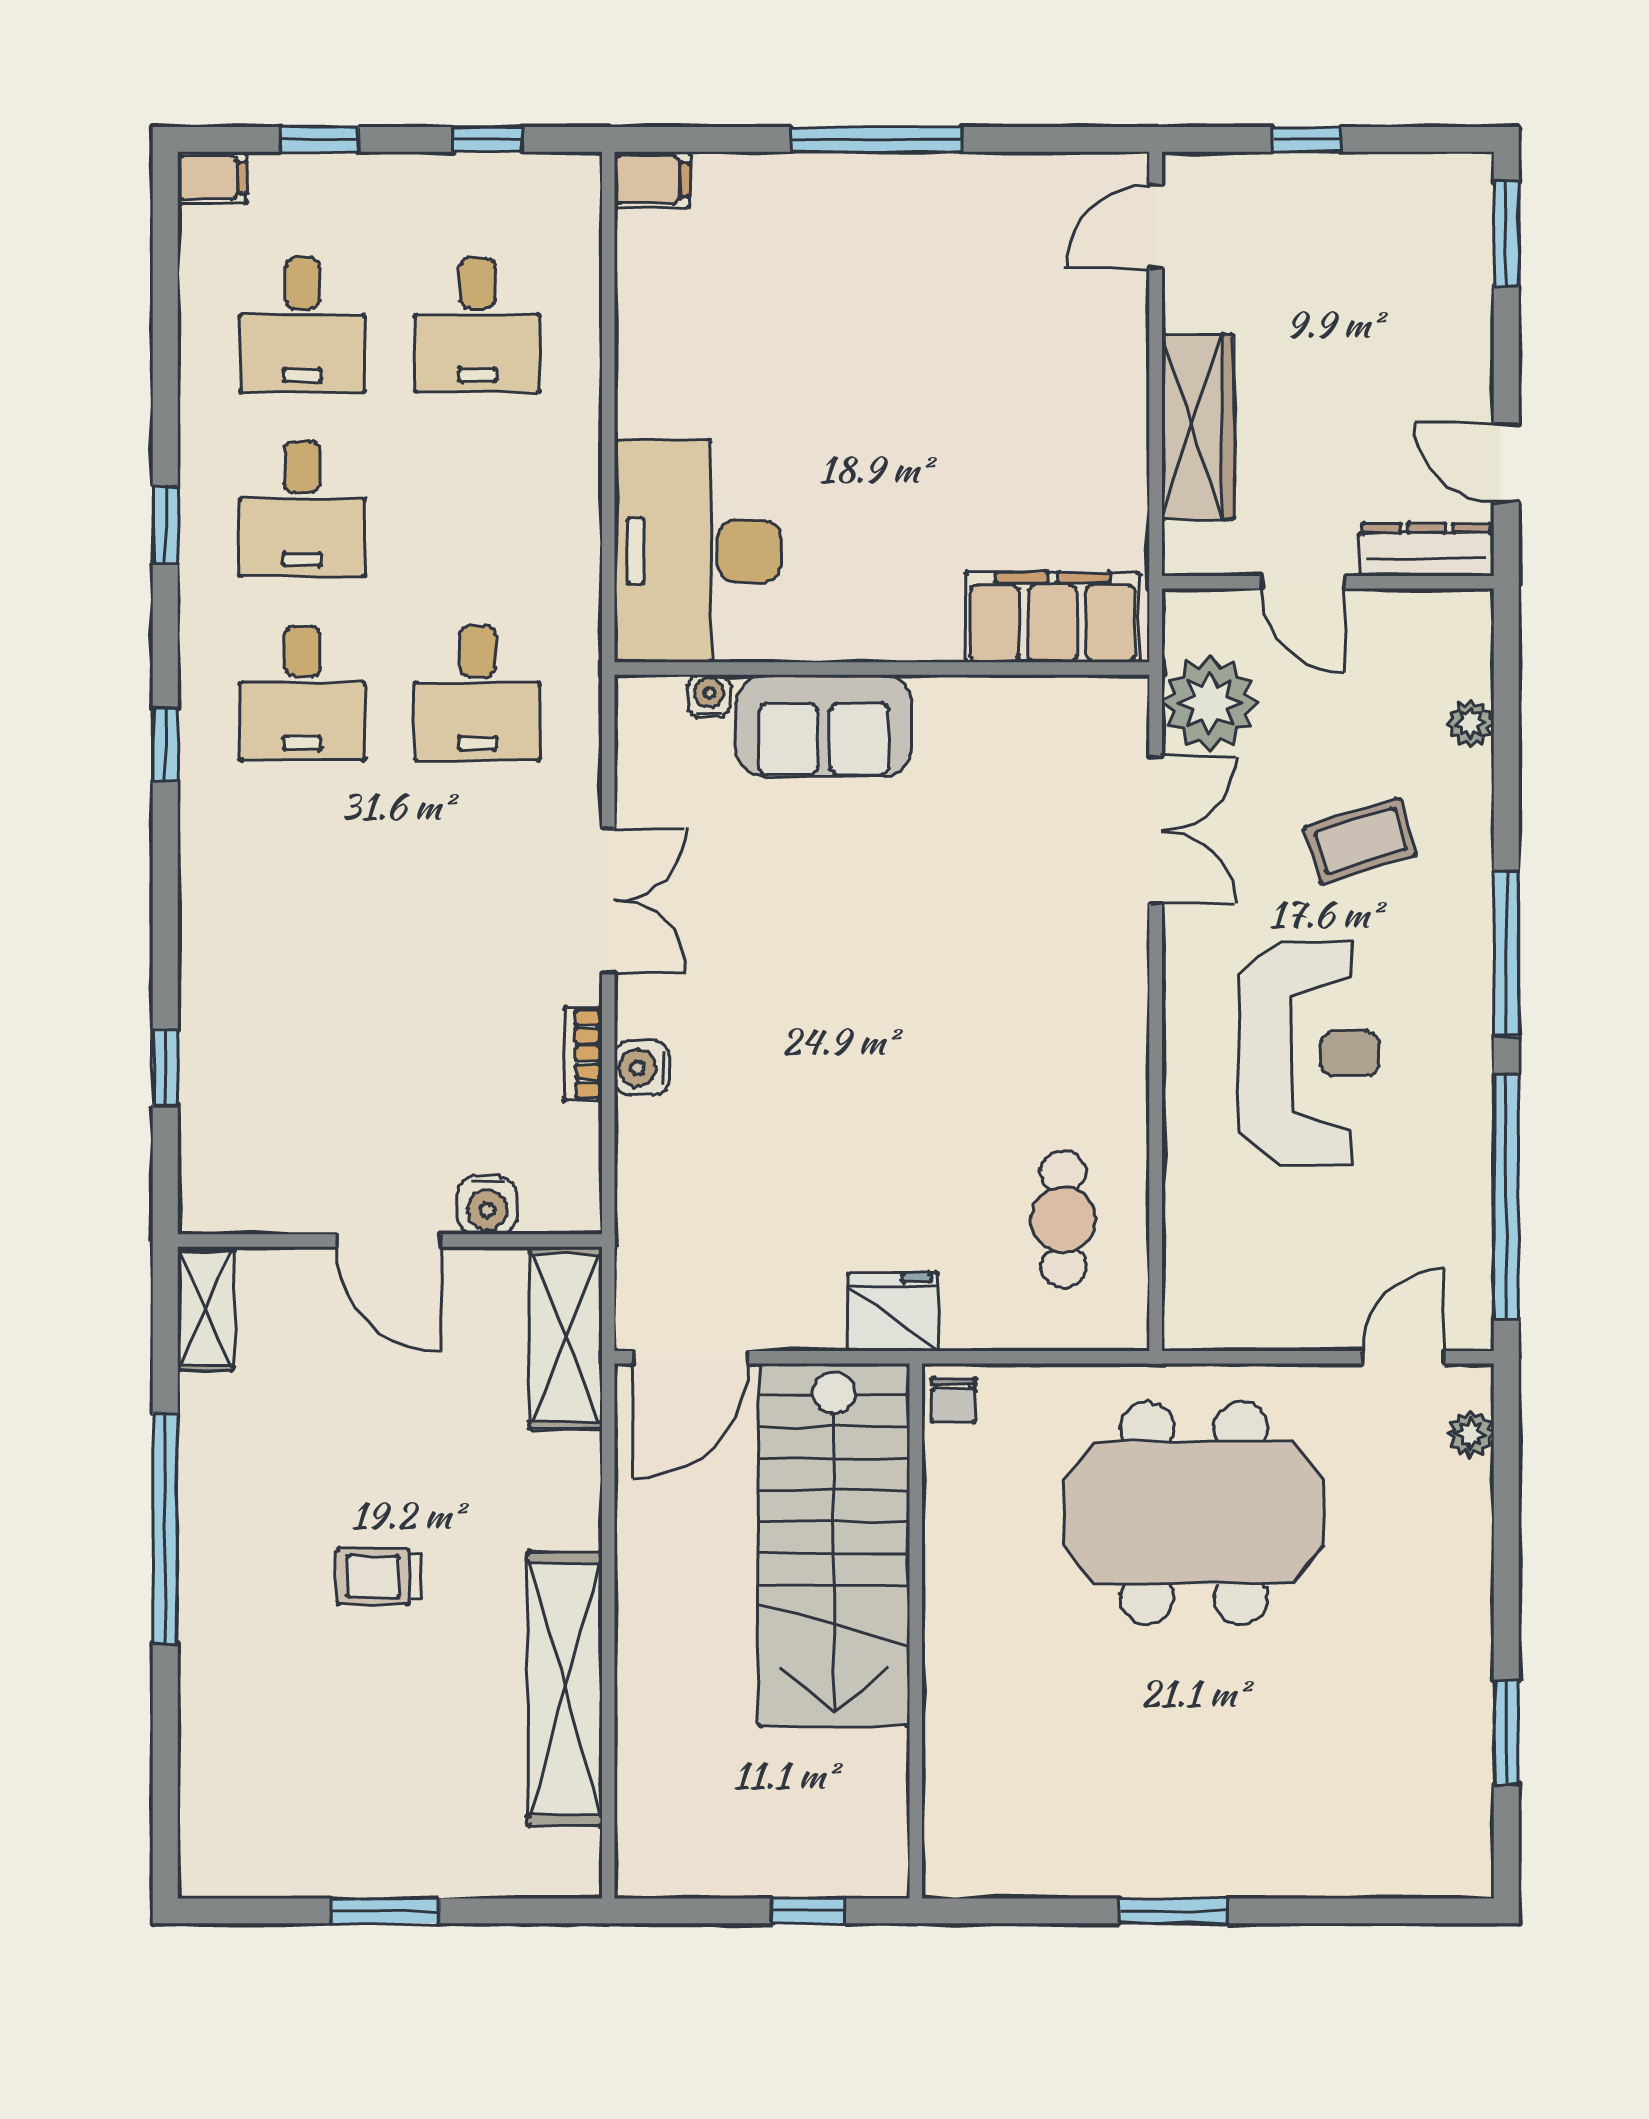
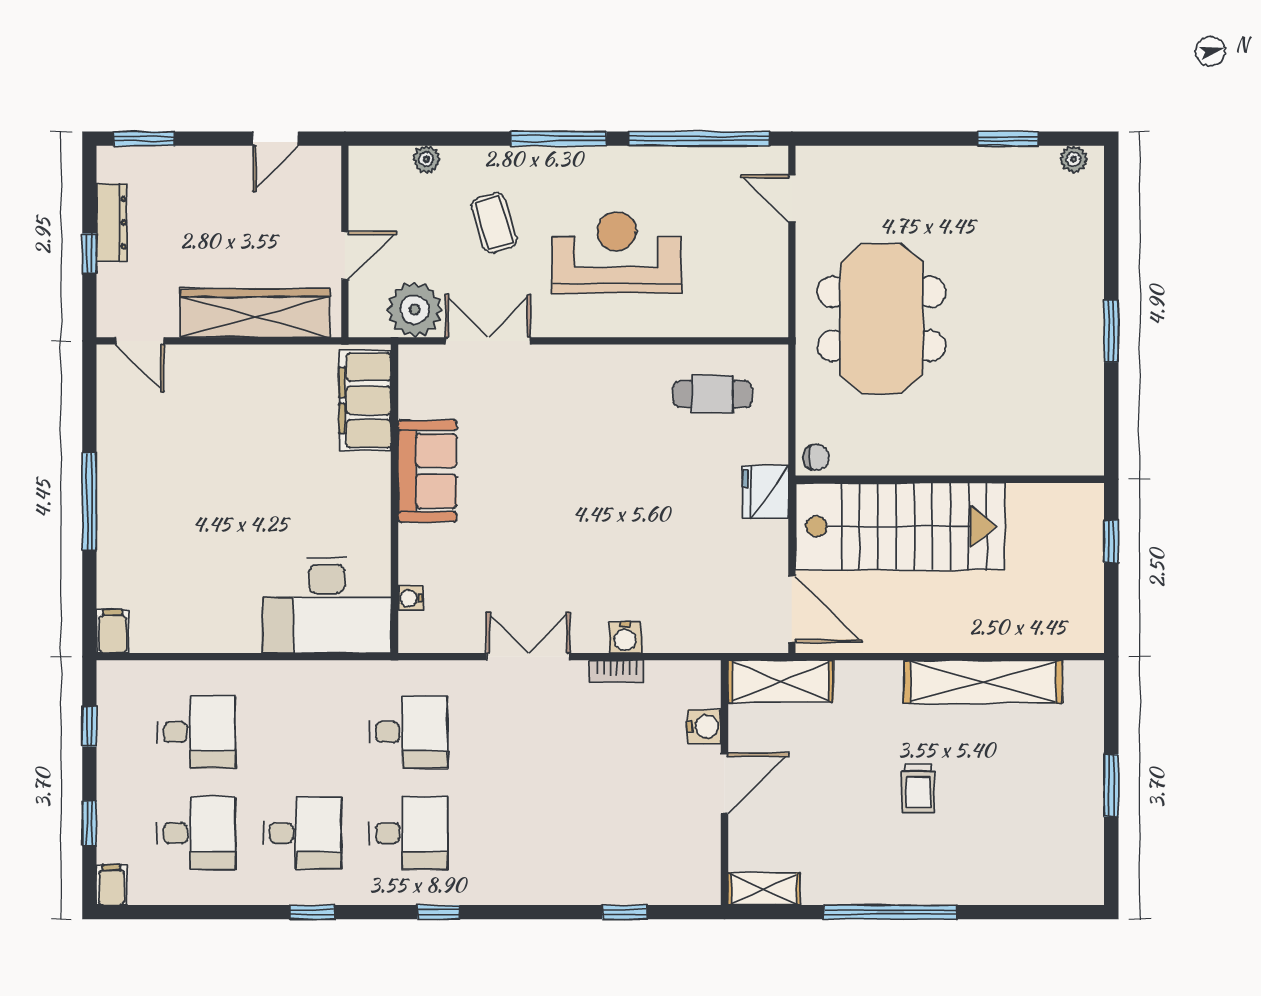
wardrobe: (1198, 427) -> (255, 313), width x1.40, depth x1.17
dresser: (1427, 550) -> (112, 223), moved, turned 180
sofa: (824, 726) -> (427, 471), moved
plant: (1471, 1434) -> (1074, 159), moved

